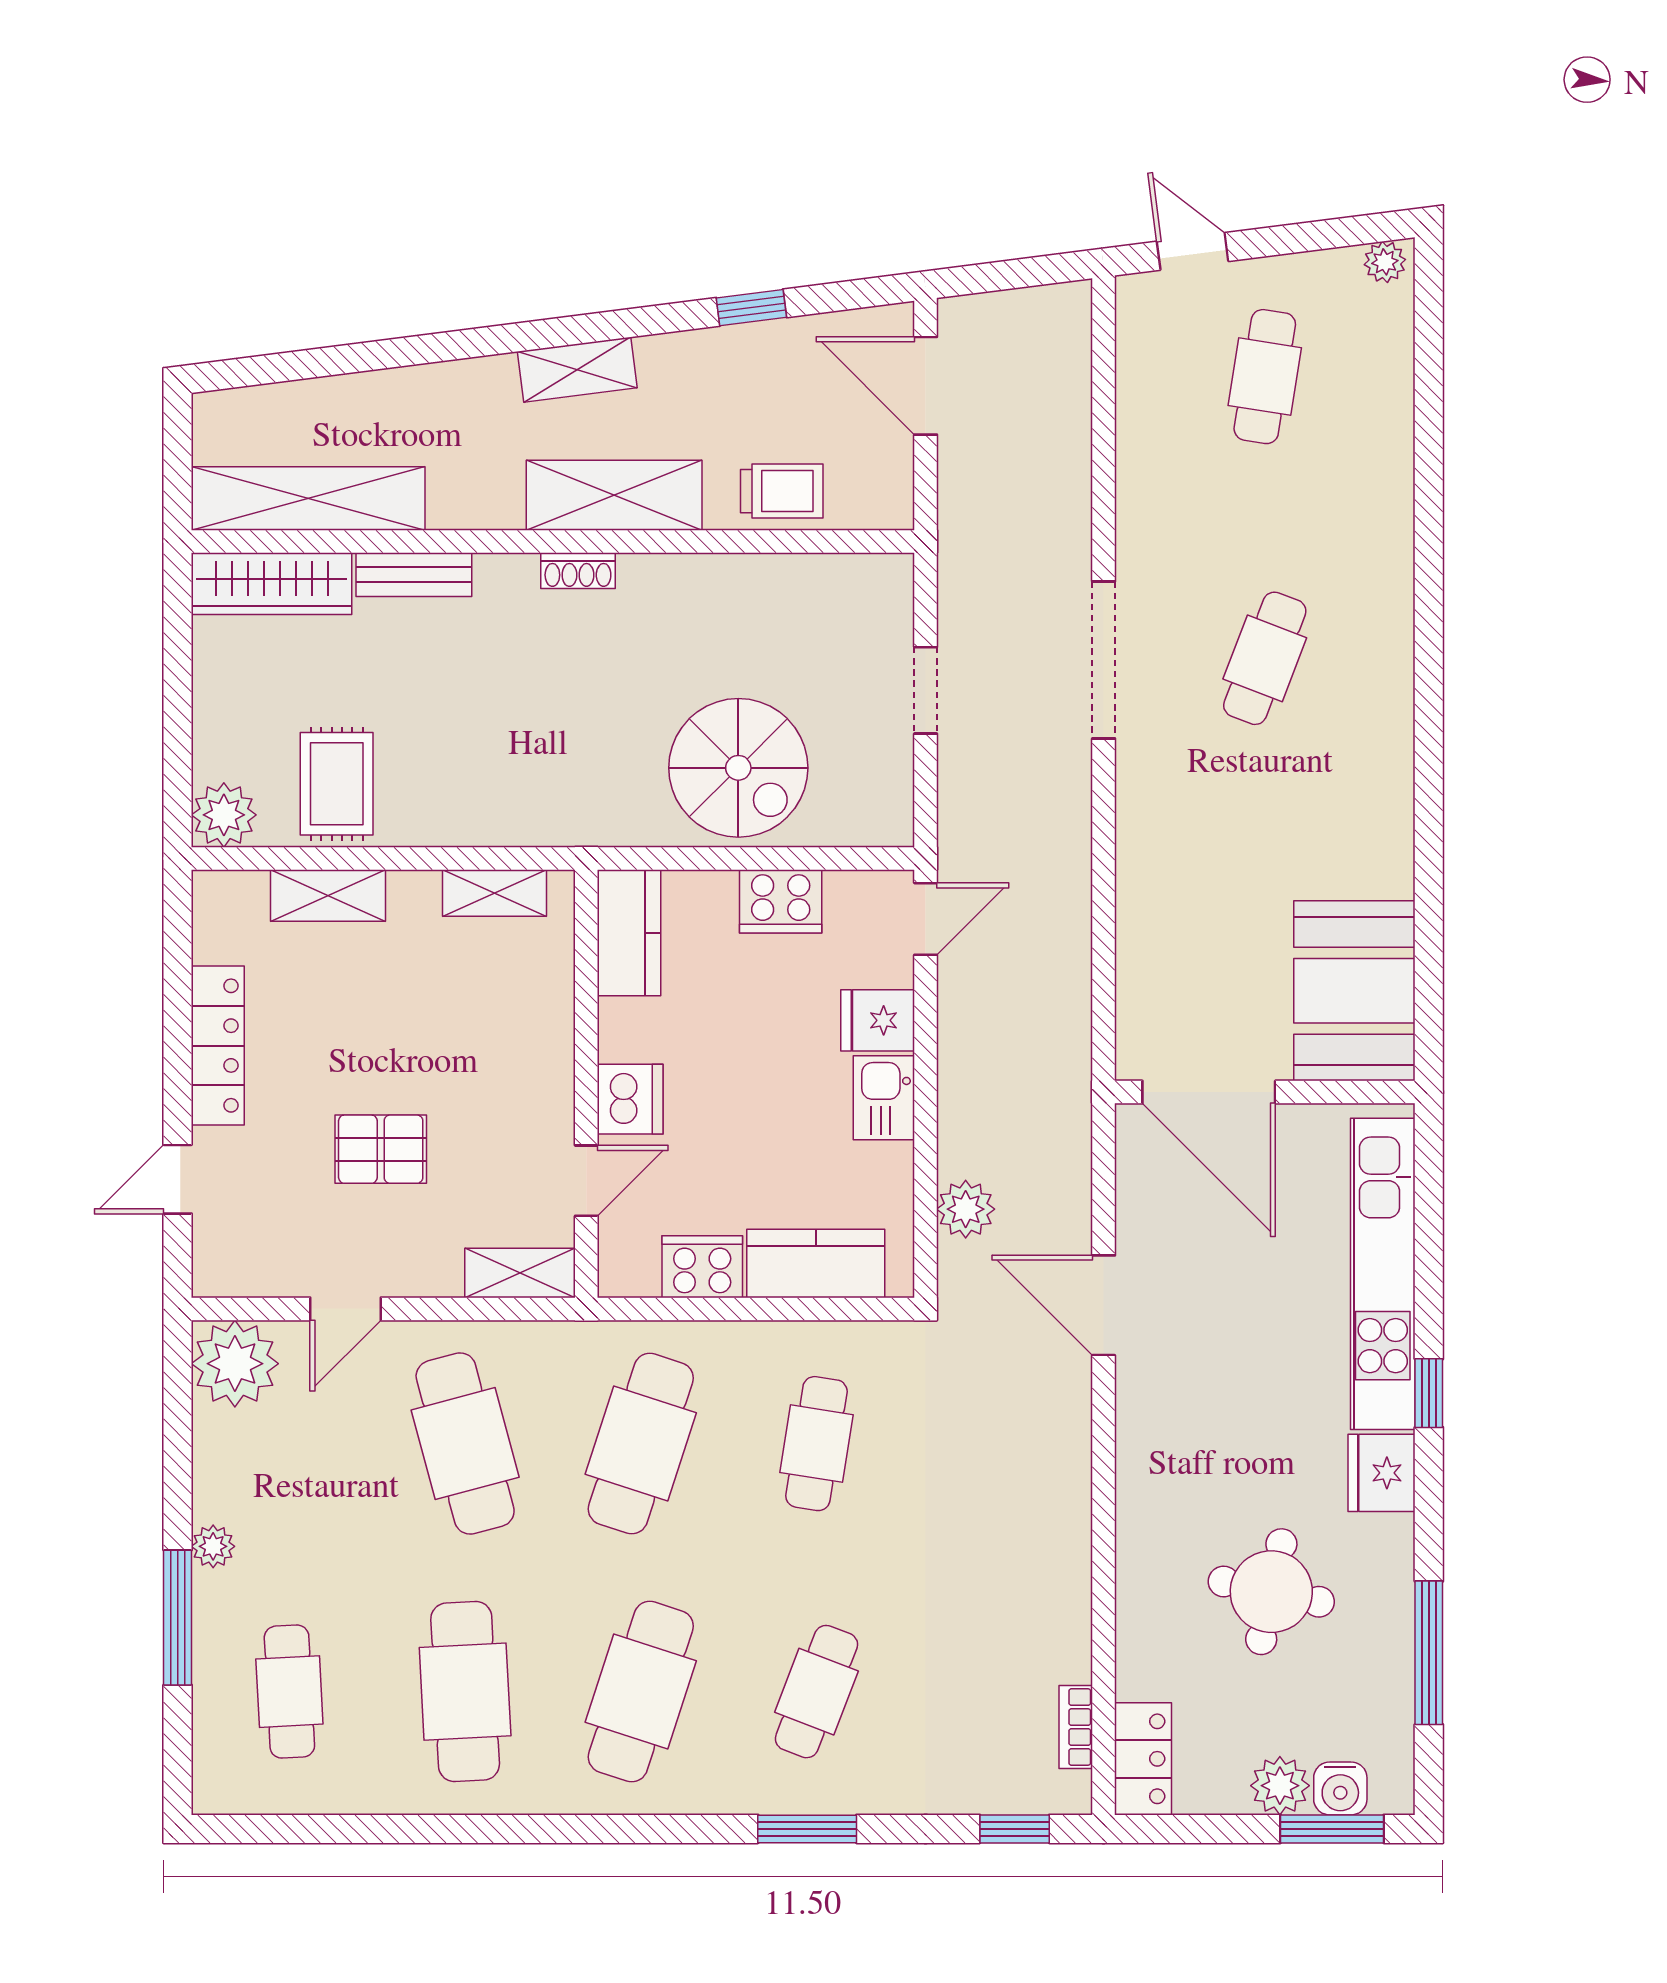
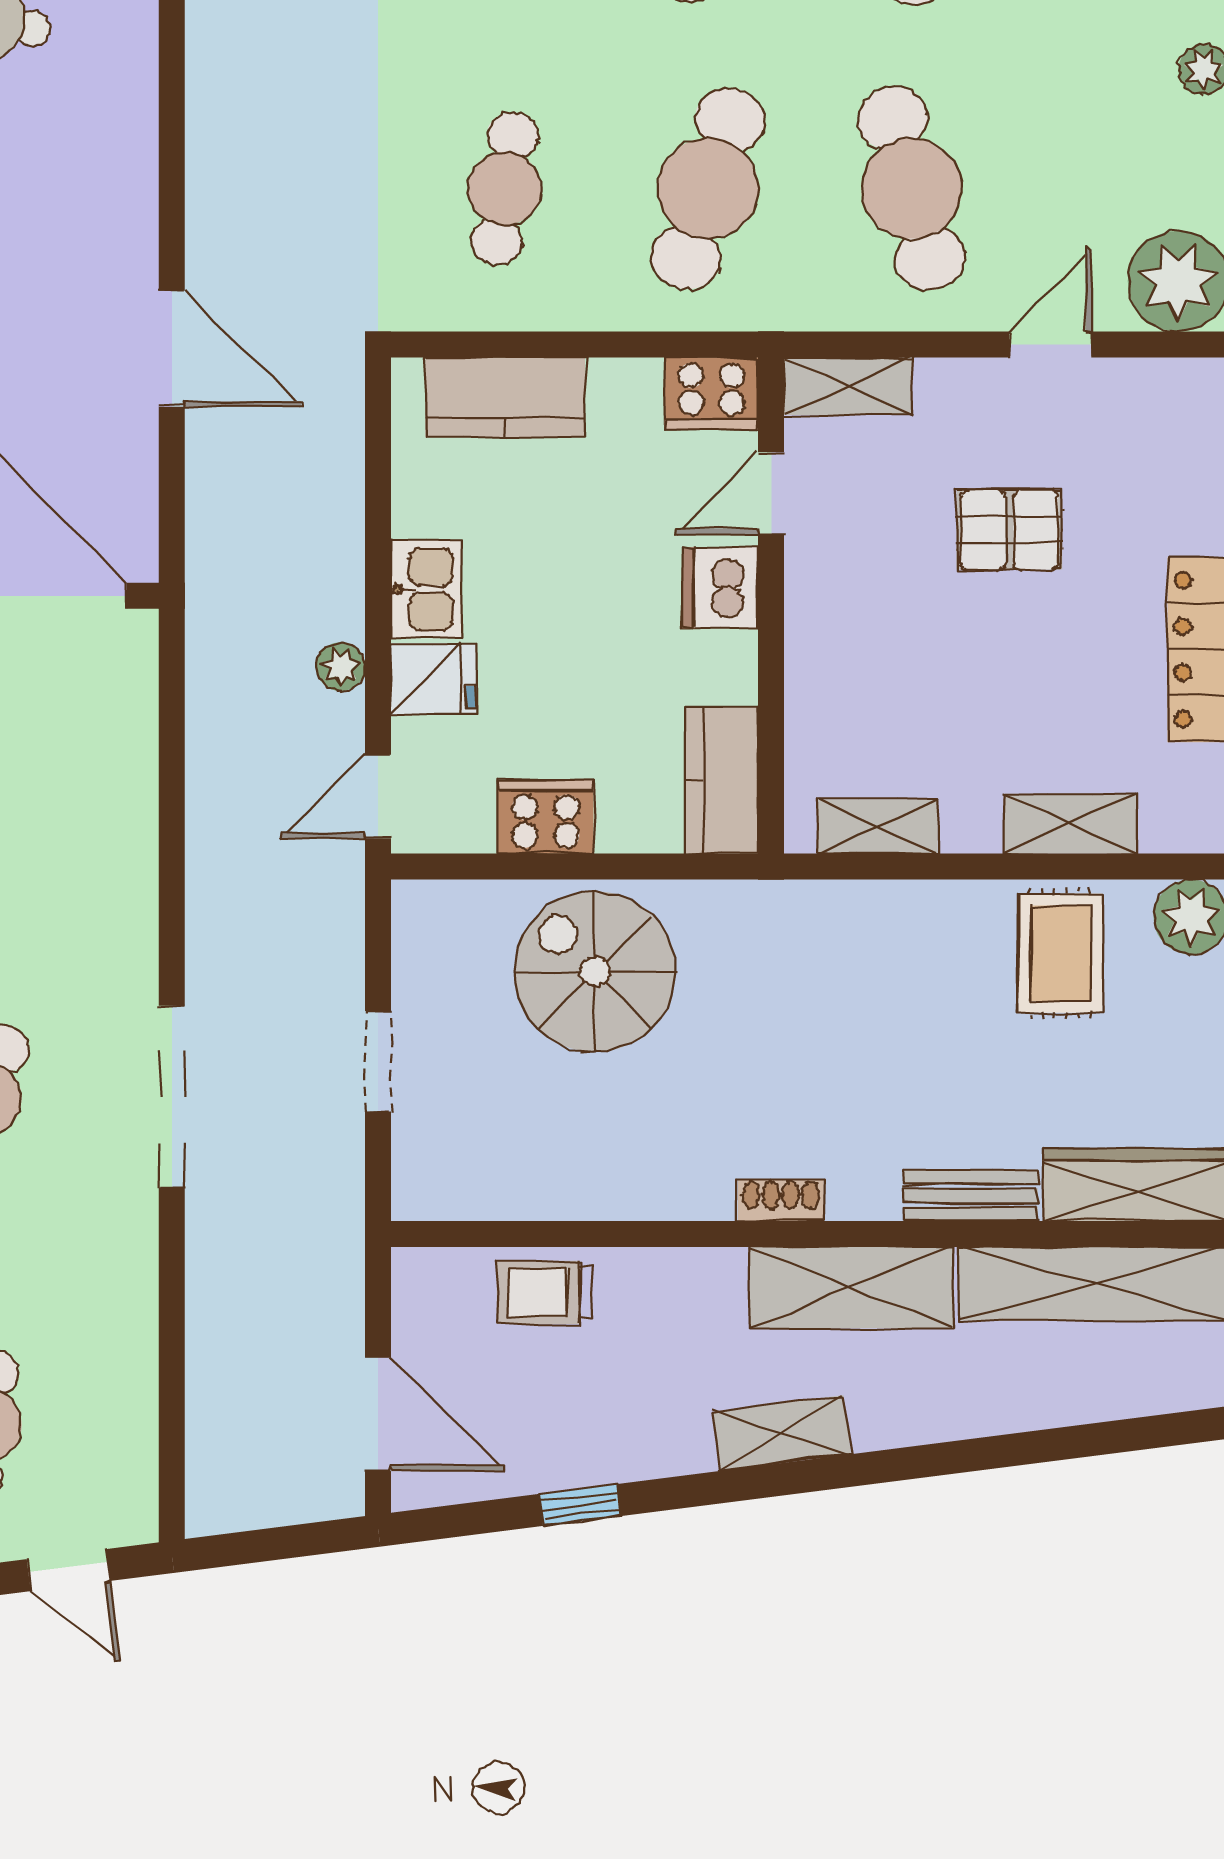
shelving: (614, 495) -> (851, 1287), moved
plant: (966, 1209) -> (341, 667), moved, width x0.73, depth x0.73
cooker: (702, 1267) -> (712, 393), moved

